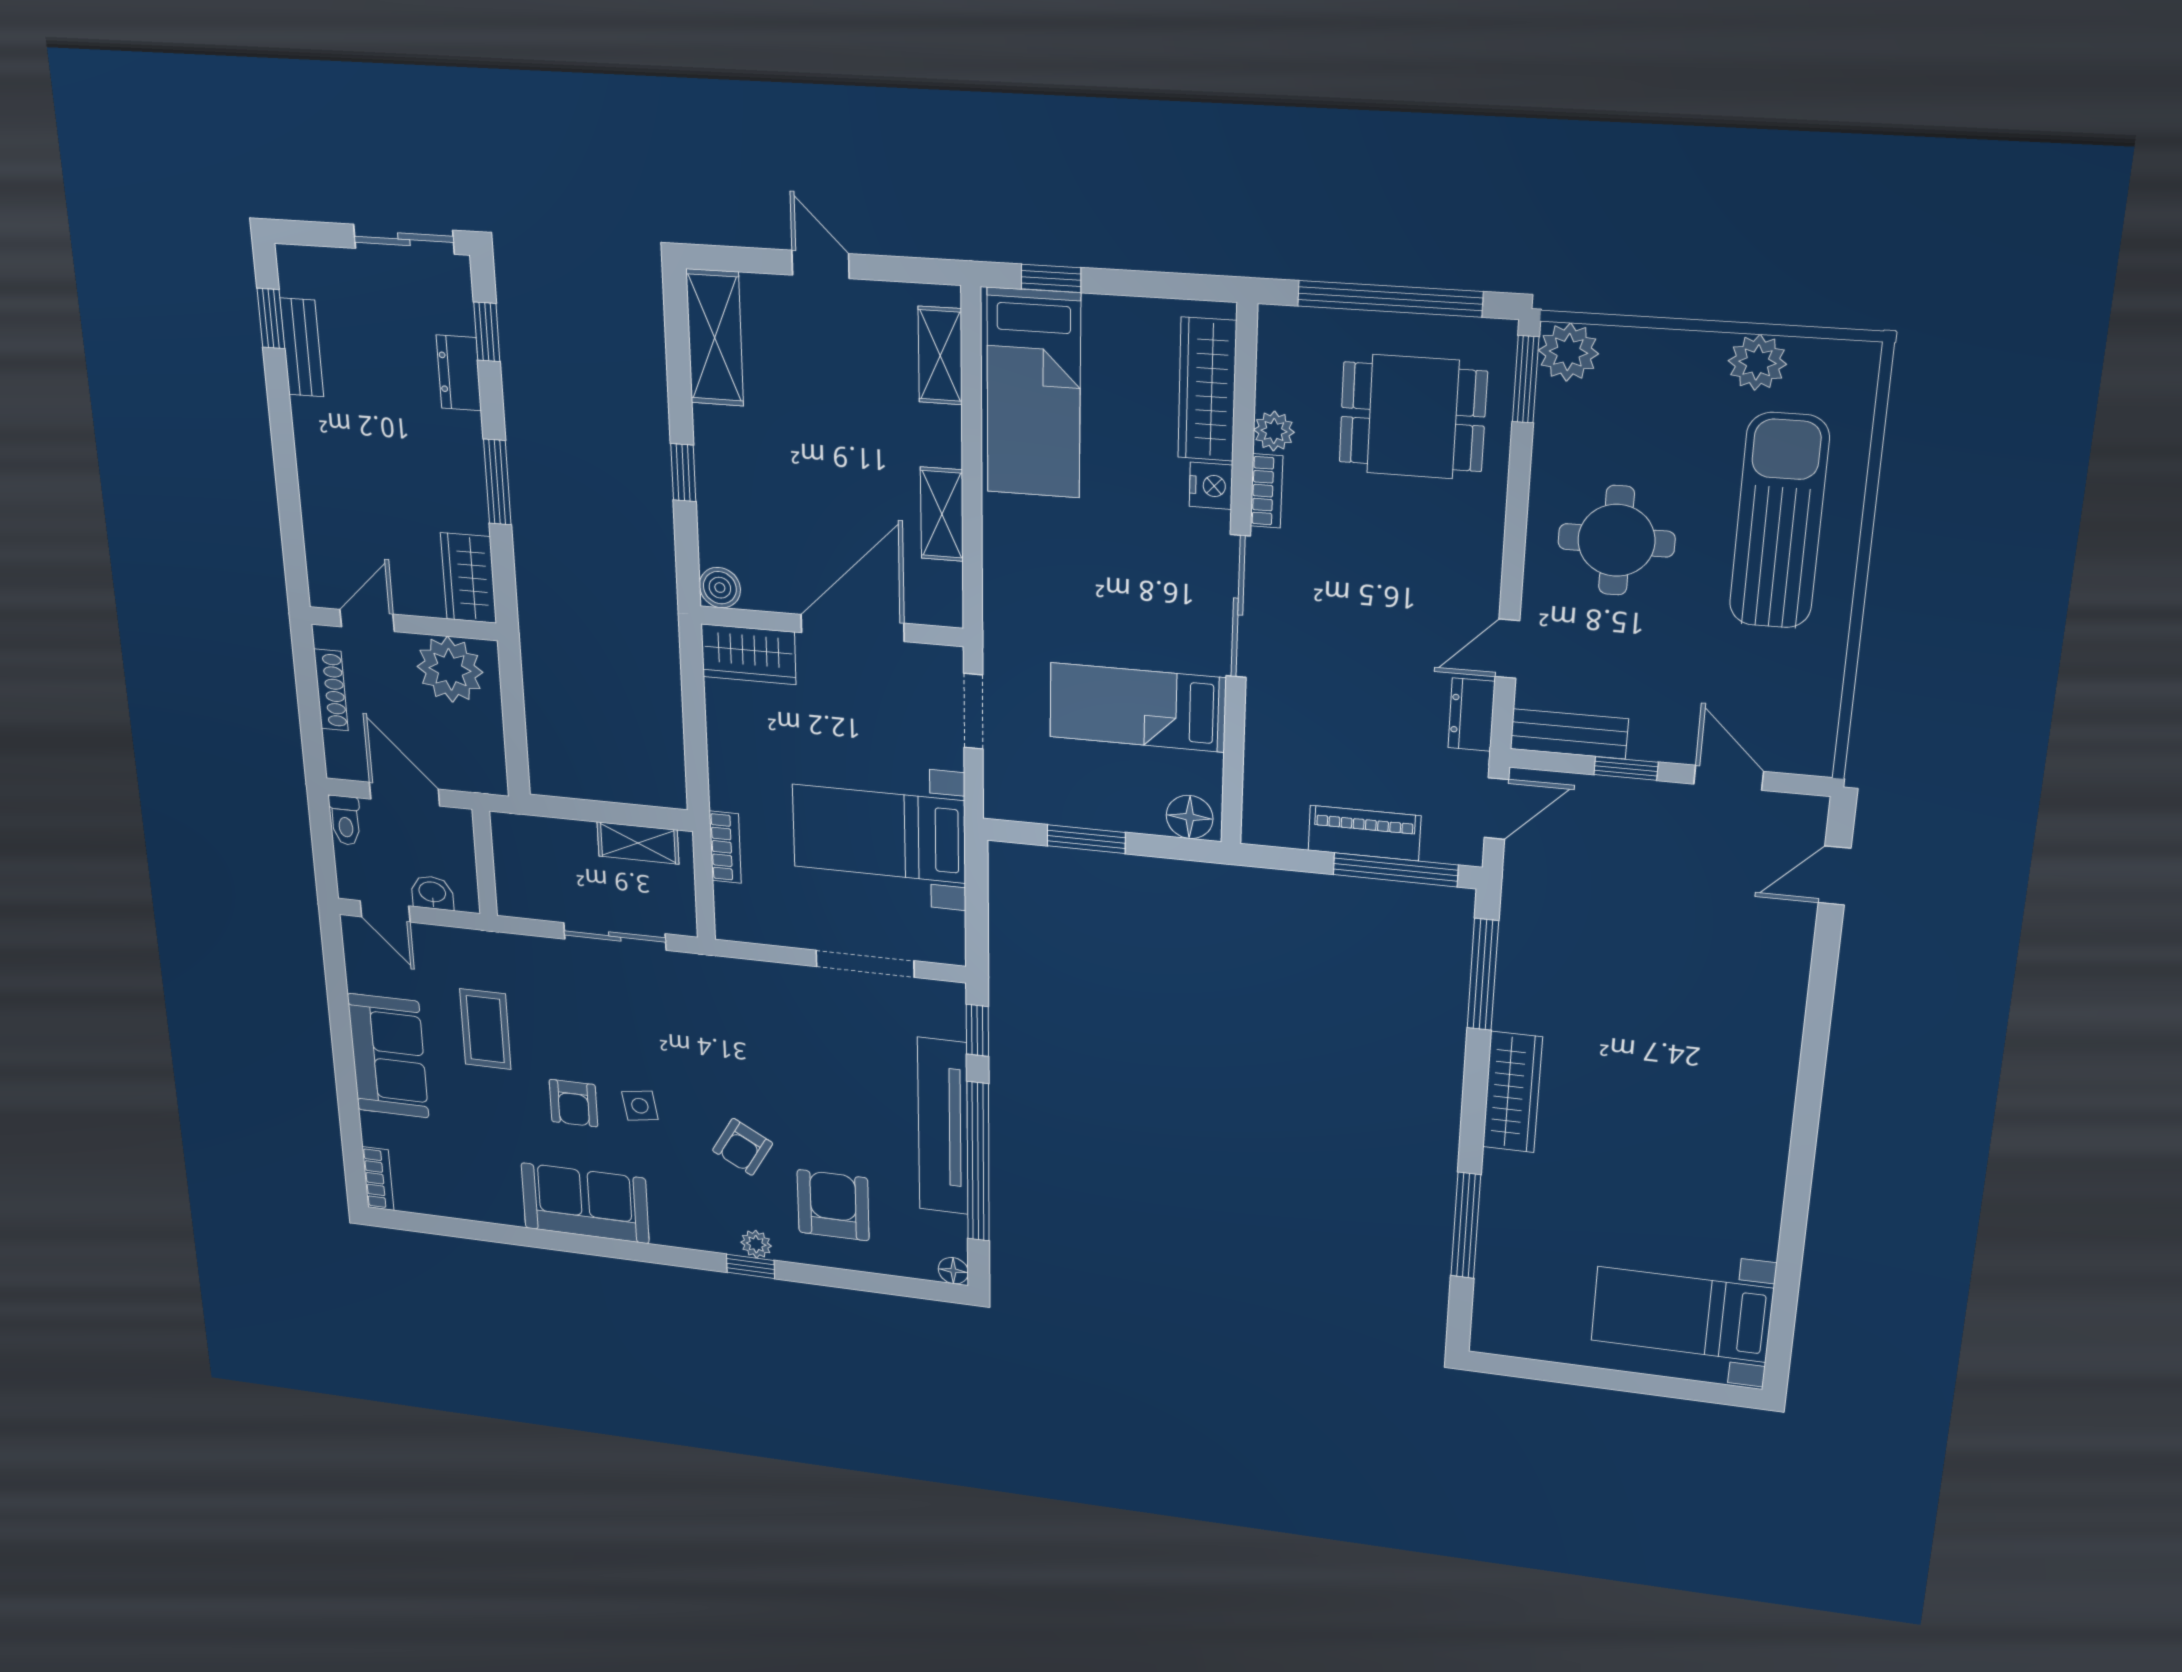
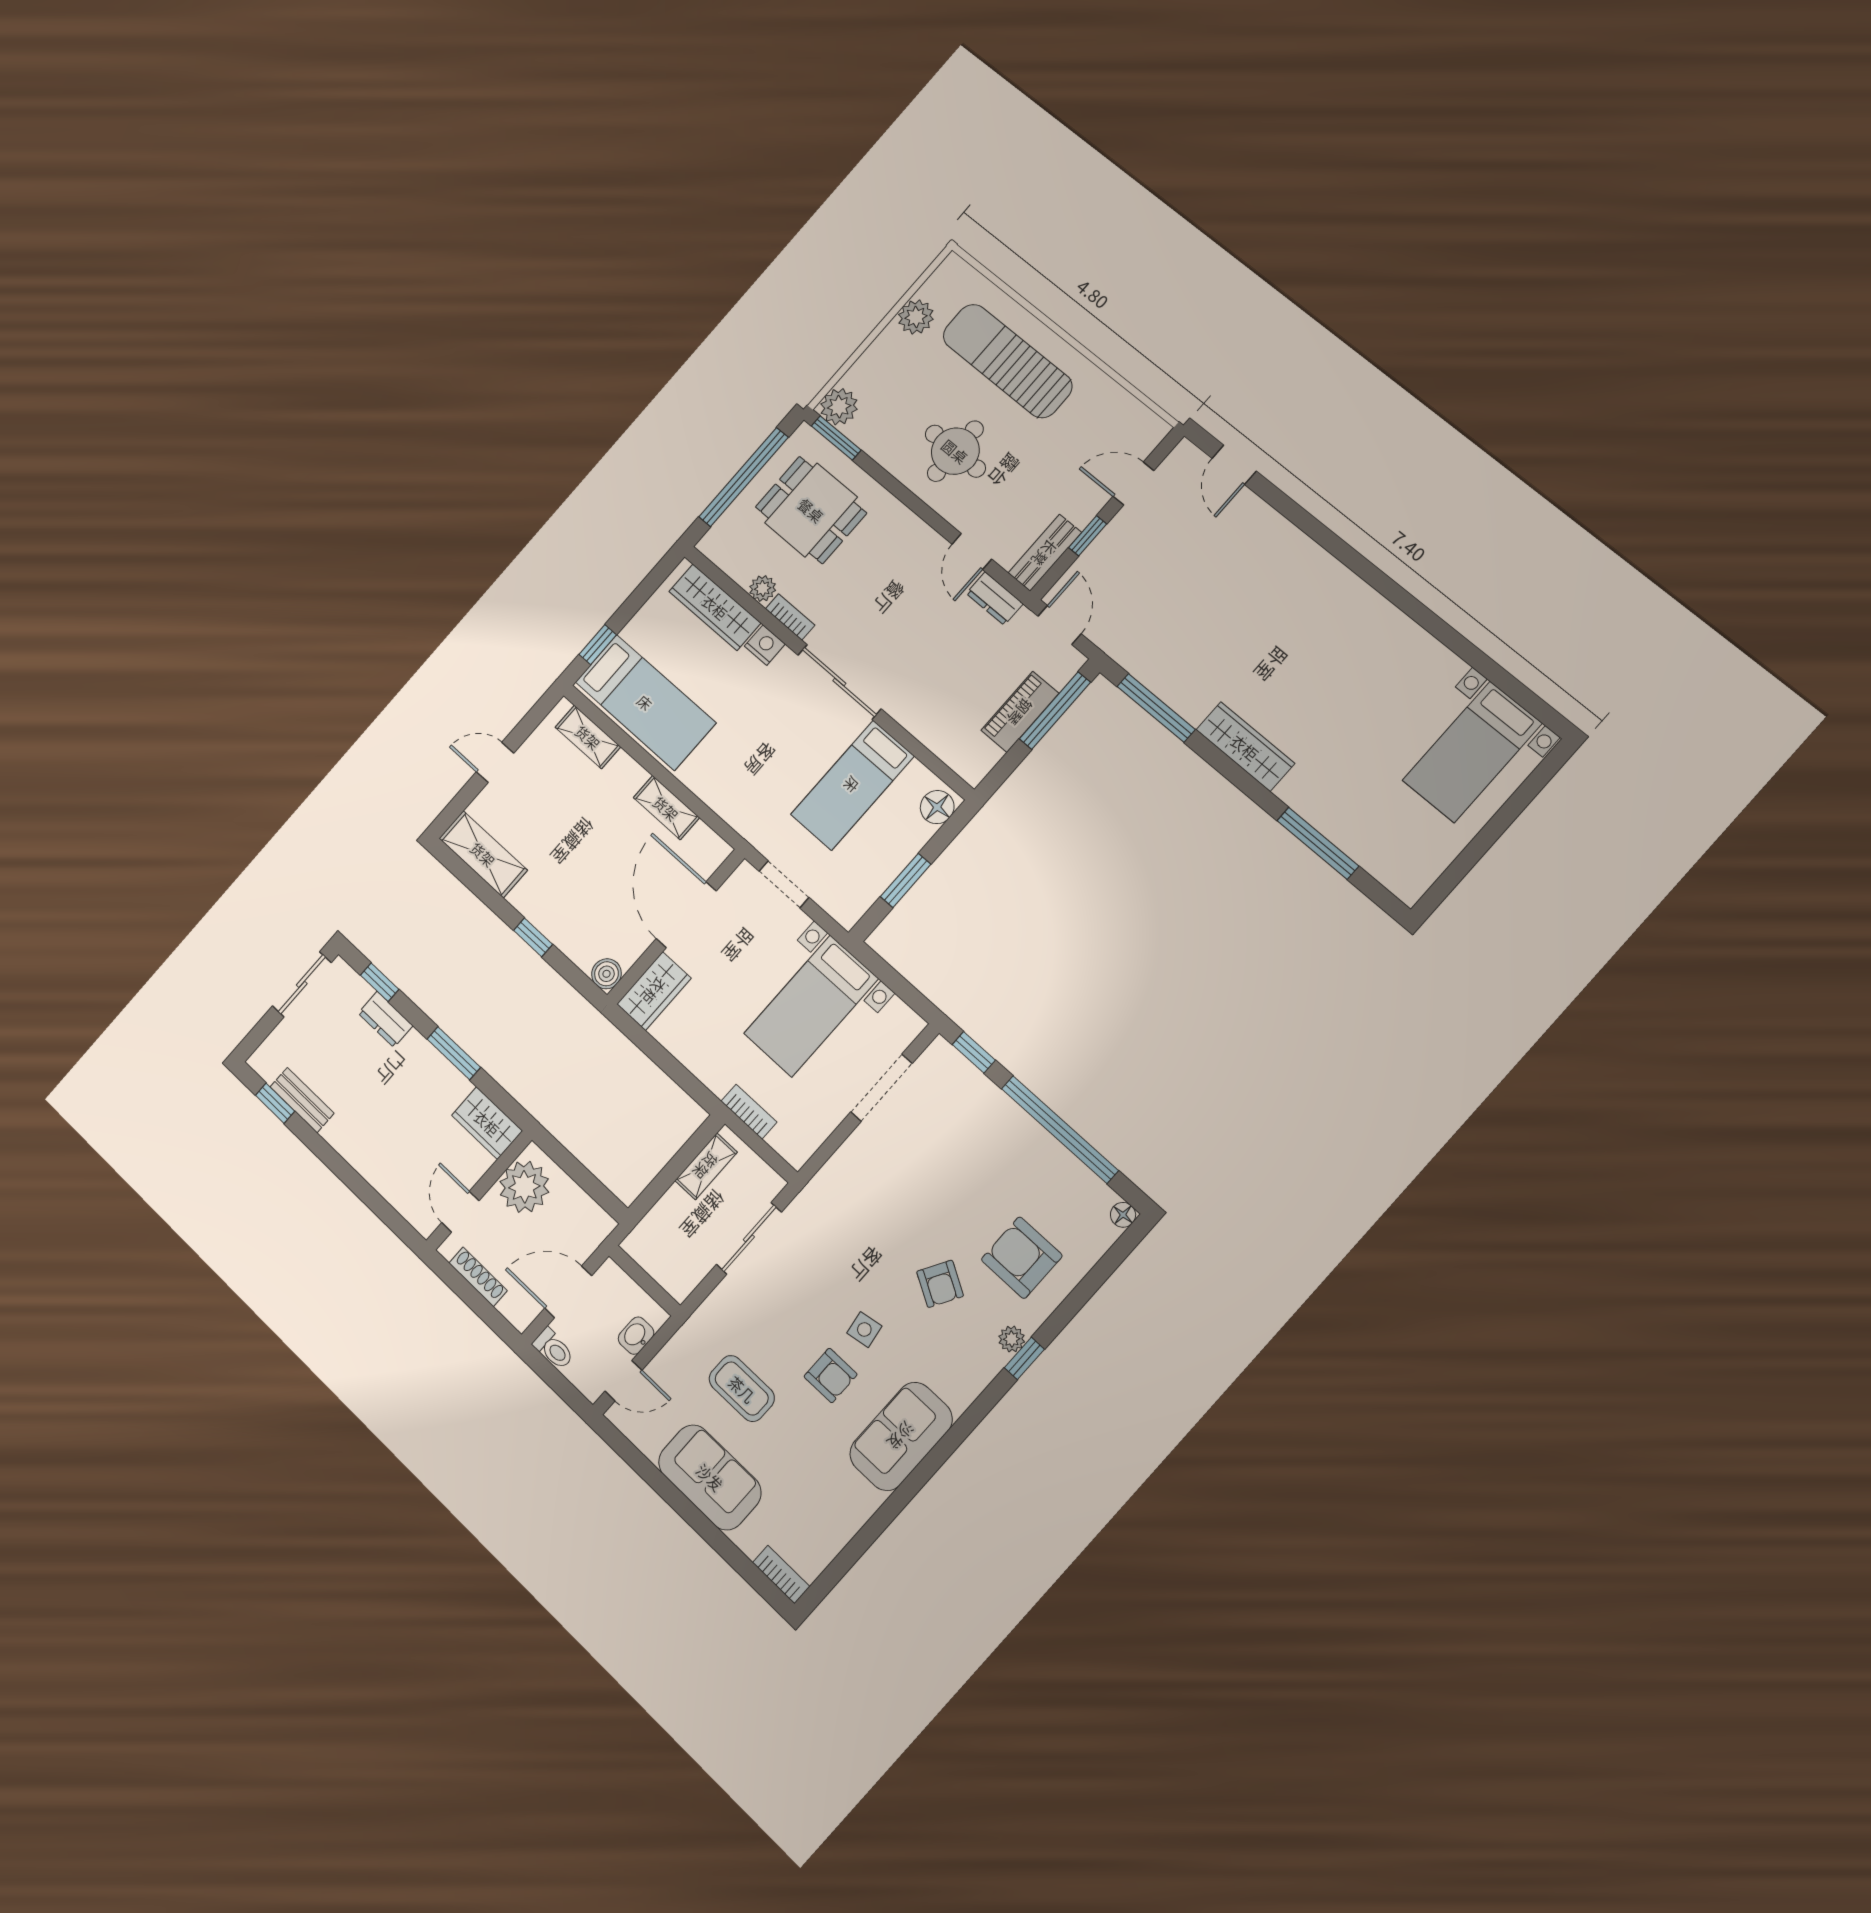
dining table: (1413, 417) -> (811, 510), turned 90
tv unit: (943, 1127) -> (1020, 1132), removed

